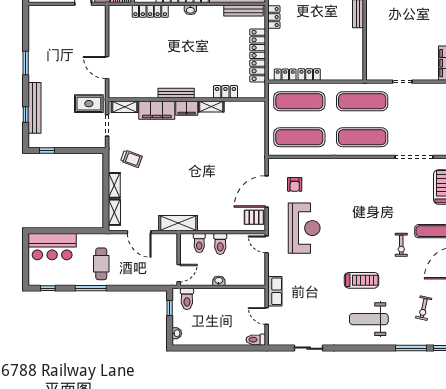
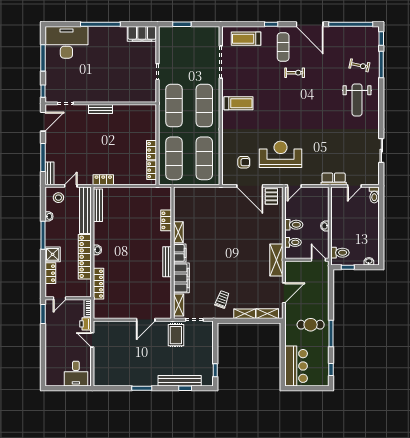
locker: (258, 55) -> (136, 193), removed
treadmill: (361, 280) -> (238, 103), moved, turned 90
exercise bike: (424, 308) -> (359, 65), moved

